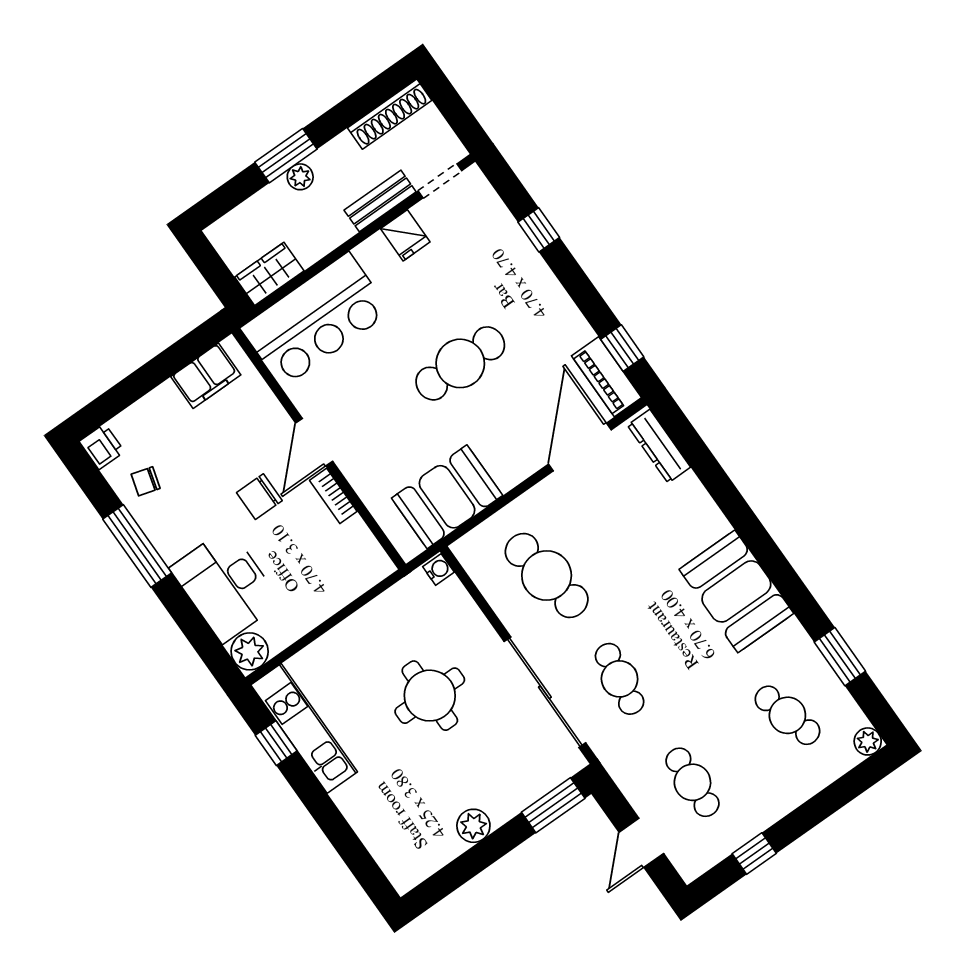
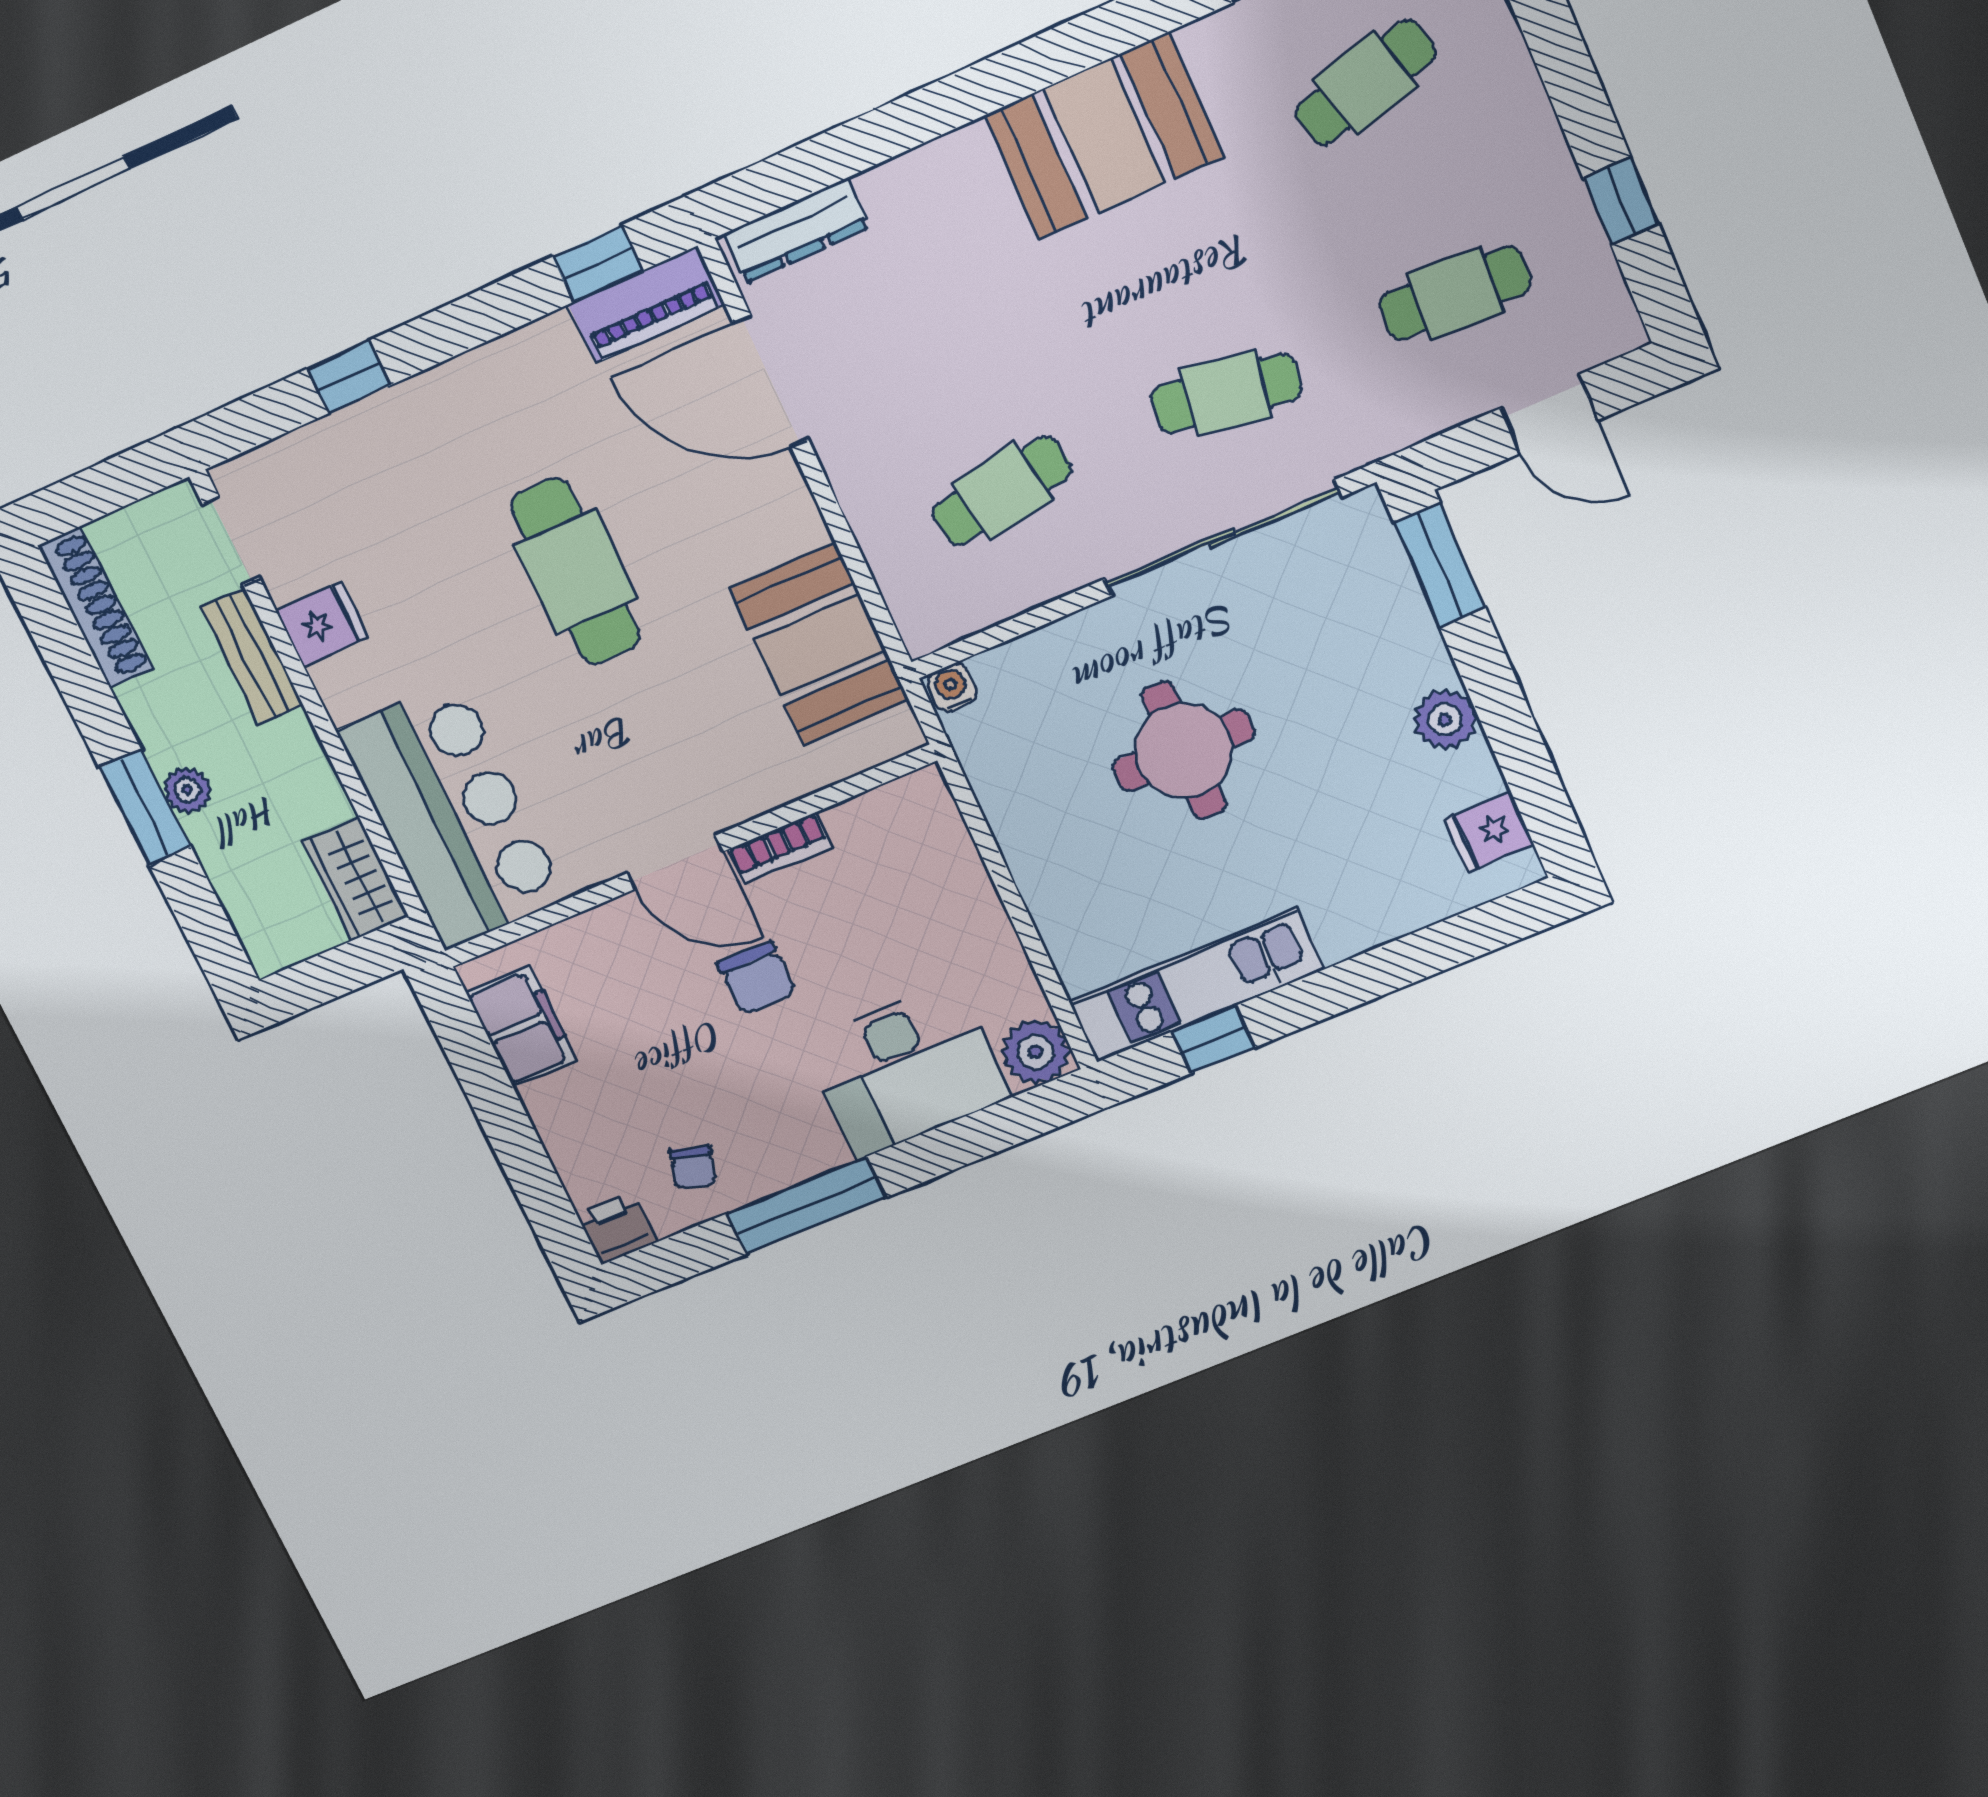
cafe table: (547, 575) -> (1002, 491), width x0.73, depth x0.74
fridge: (419, 861) -> (1489, 832), added

